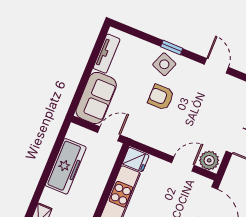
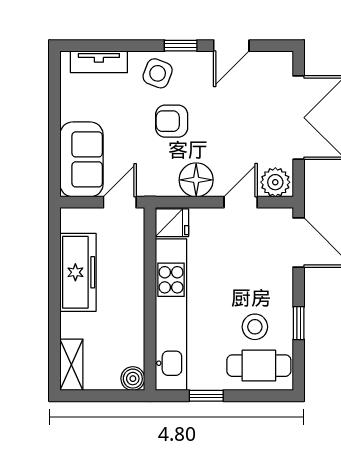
window: (172, 48) -> (181, 46), moved
tv unit: (107, 54) -> (99, 62), moved, turned 90
door: (216, 66) -> (231, 46), swing flipped
floor lamp: (161, 139) -> (196, 180), added

